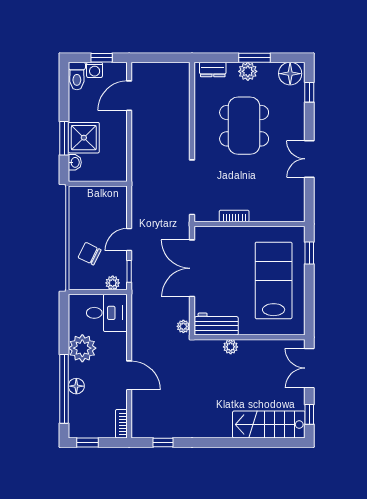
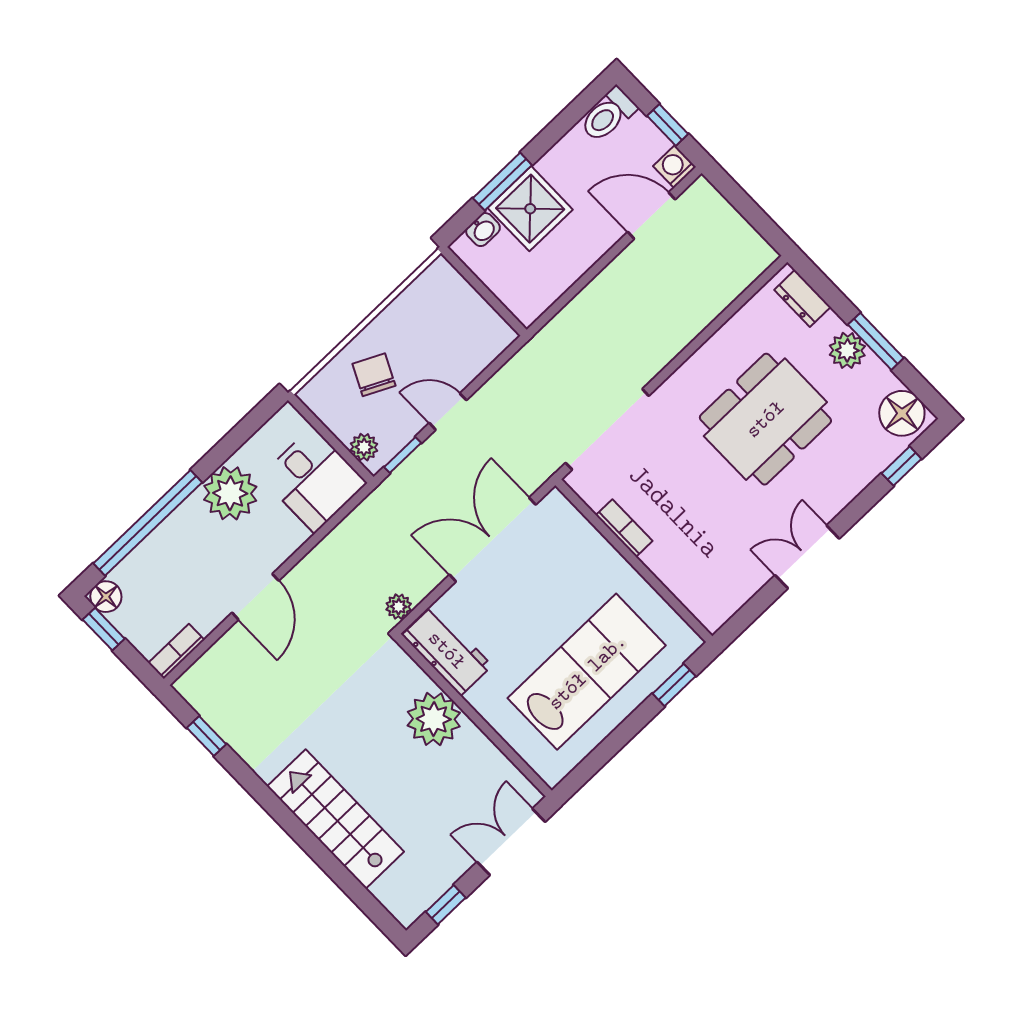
washing machine: (95, 70) -> (674, 166), moved, turned 90
plant: (231, 347) -> (434, 719), width x1.88, depth x1.88
floor lamp: (76, 386) -> (106, 597), moved
stairs: (269, 425) -> (336, 819), moved

